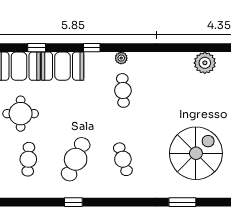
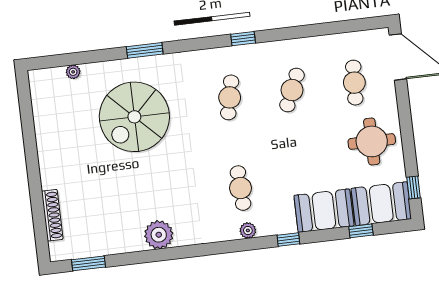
plant: (205, 63) -> (159, 235), moved
cafe table: (76, 159) -> (292, 90), width x0.73, depth x0.74
cafe table: (123, 159) -> (230, 97), turned 30
window: (73, 202) -> (243, 39), moved

